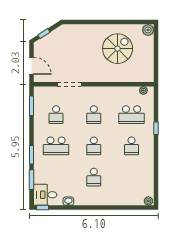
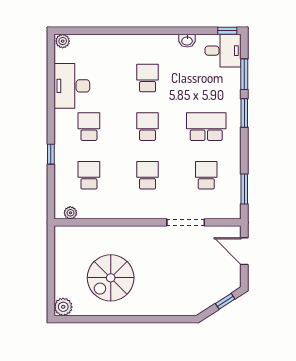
school desk: (132, 115) -> (89, 175), width x0.54
desk: (142, 172) -> (72, 86), added

